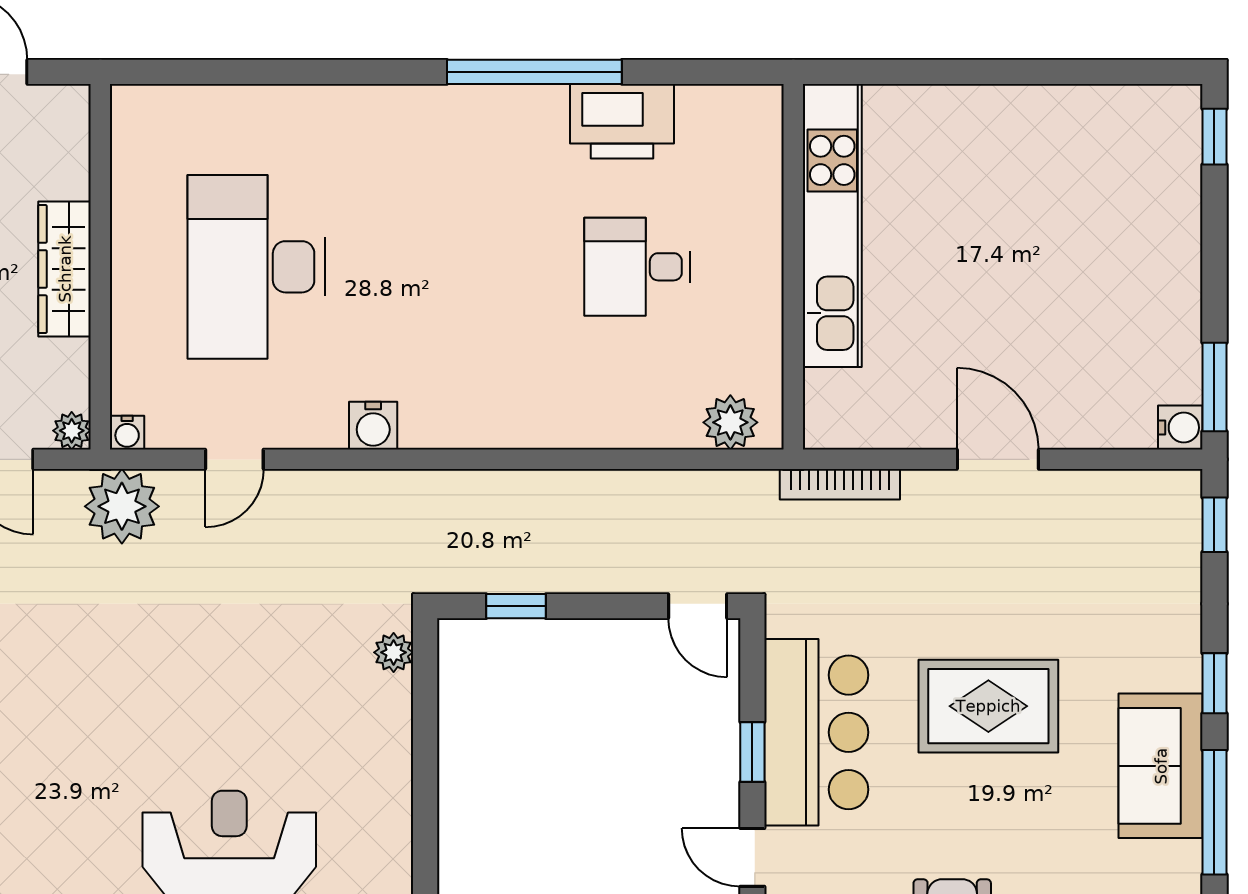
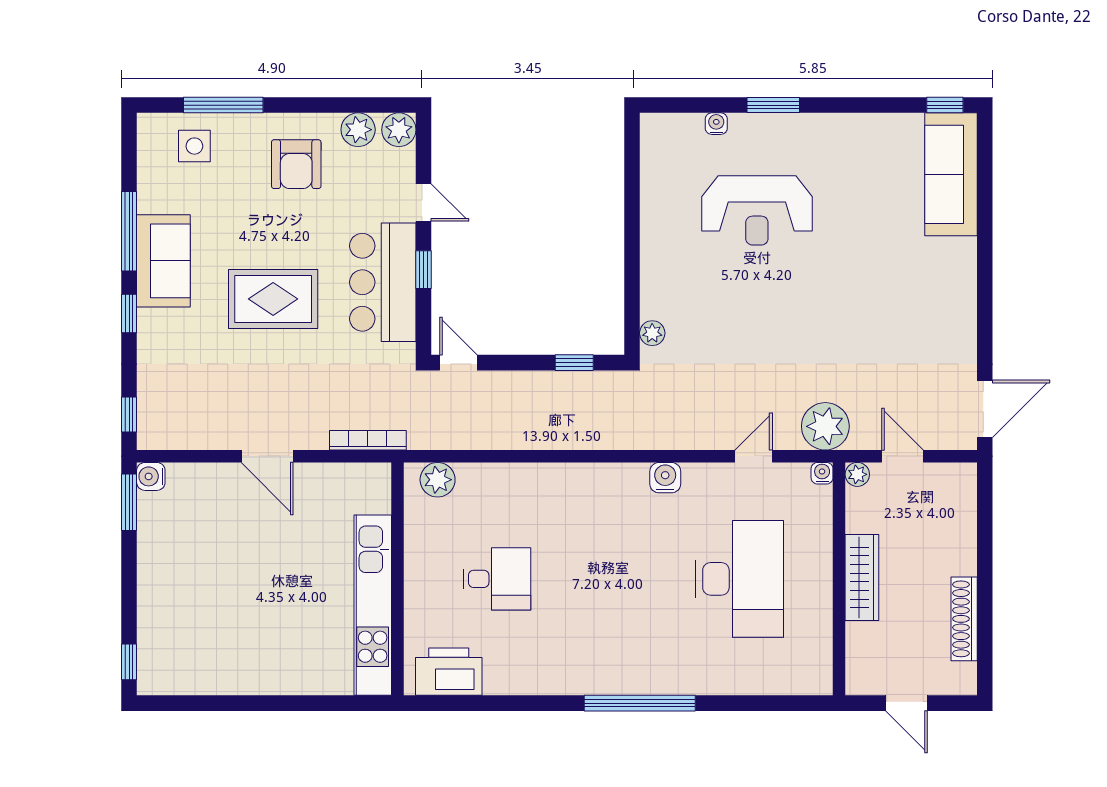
window: (534, 72) -> (640, 703), moved
printer: (622, 121) -> (449, 672), moved

